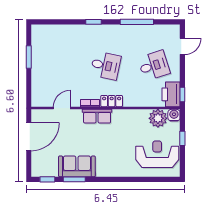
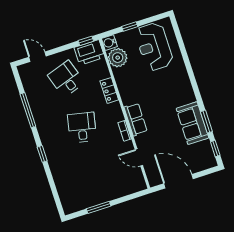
locker: (112, 101) -> (109, 90), moved

